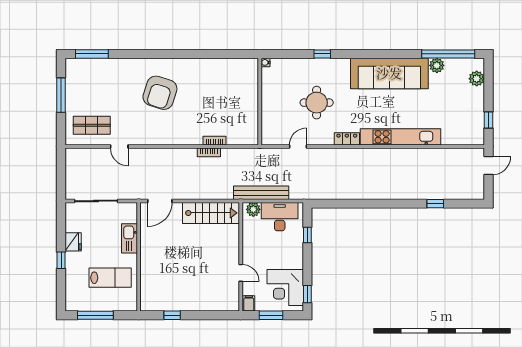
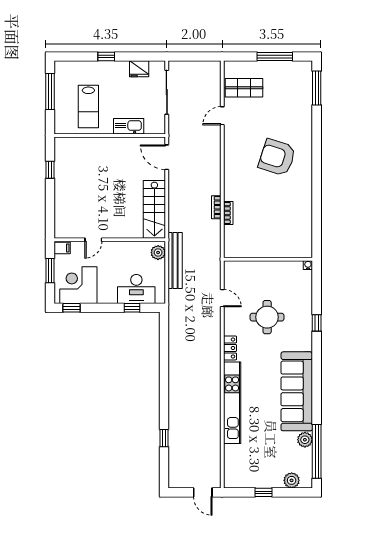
window: (488, 120) -> (264, 492), moved
shop shelf: (92, 125) -> (244, 88), turned 90
desk: (280, 217) -> (136, 289), moved, turned 90
fridge: (73, 242) -> (139, 69), moved

